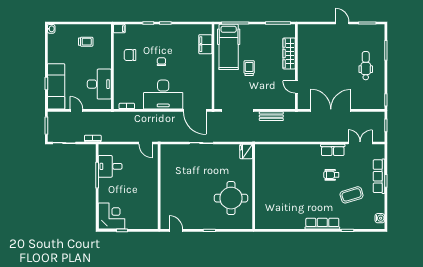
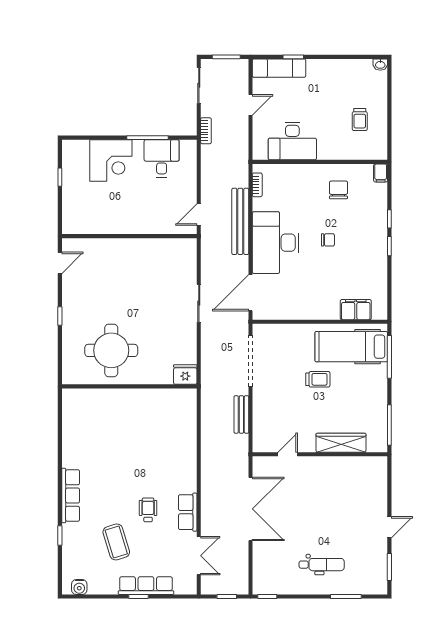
exam couch: (56, 86) -> (279, 68), width x0.73, depth x0.69
bench: (150, 117) -> (240, 221), added
corner desk: (112, 216) -> (111, 160), moved

